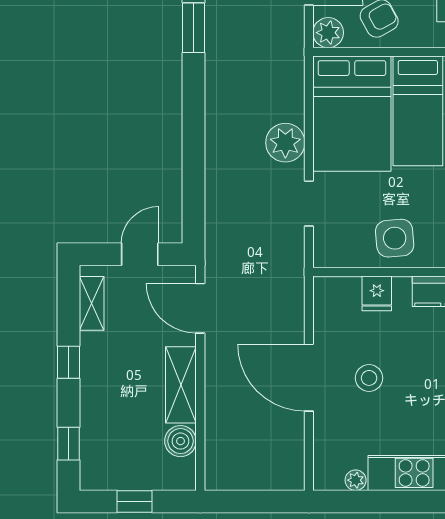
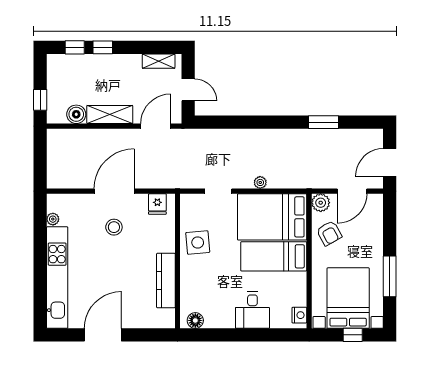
plant: (285, 143) -> (260, 182), width x0.53, depth x0.53
fridge: (377, 293) -> (157, 204), moved, turned -90
window: (69, 362) -> (103, 47), moved
window: (134, 501) -> (40, 100), moved

